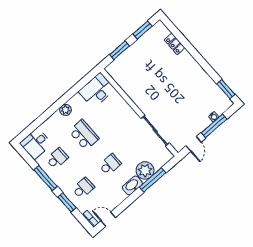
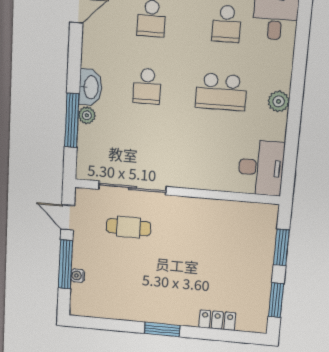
window: (226, 89) -> (162, 329), moved
cafe table: (173, 117) -> (129, 227), added
plant: (145, 170) -> (87, 115), width x0.53, depth x0.53

